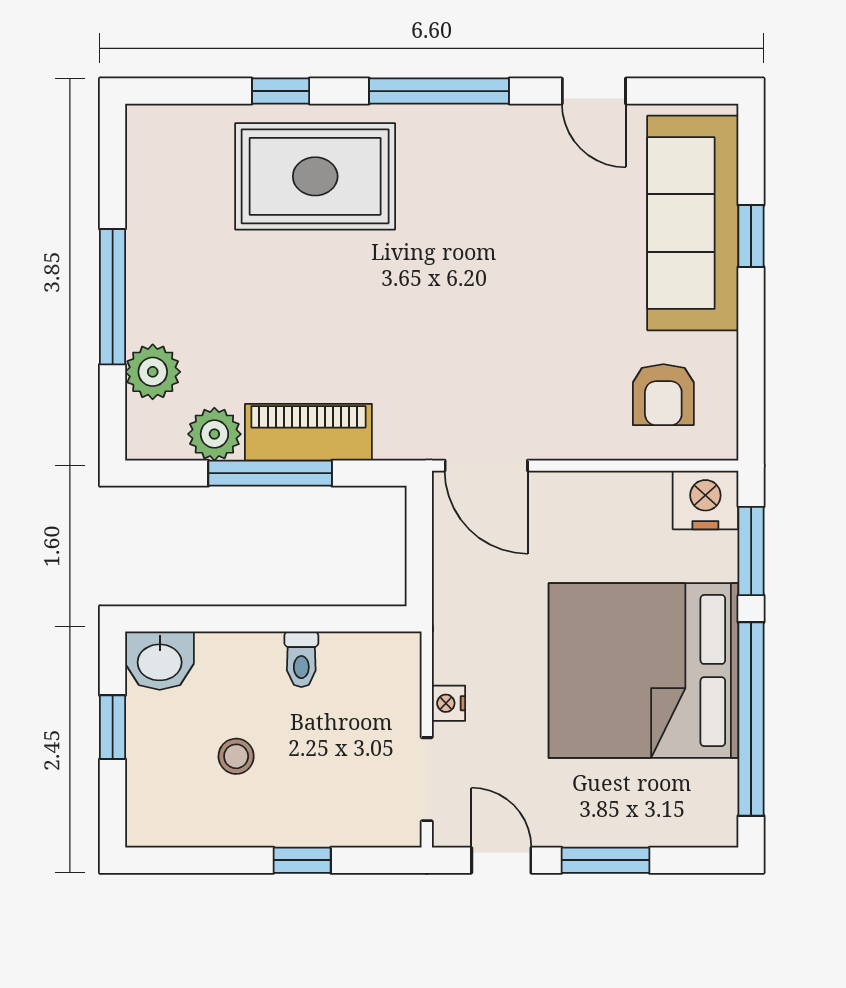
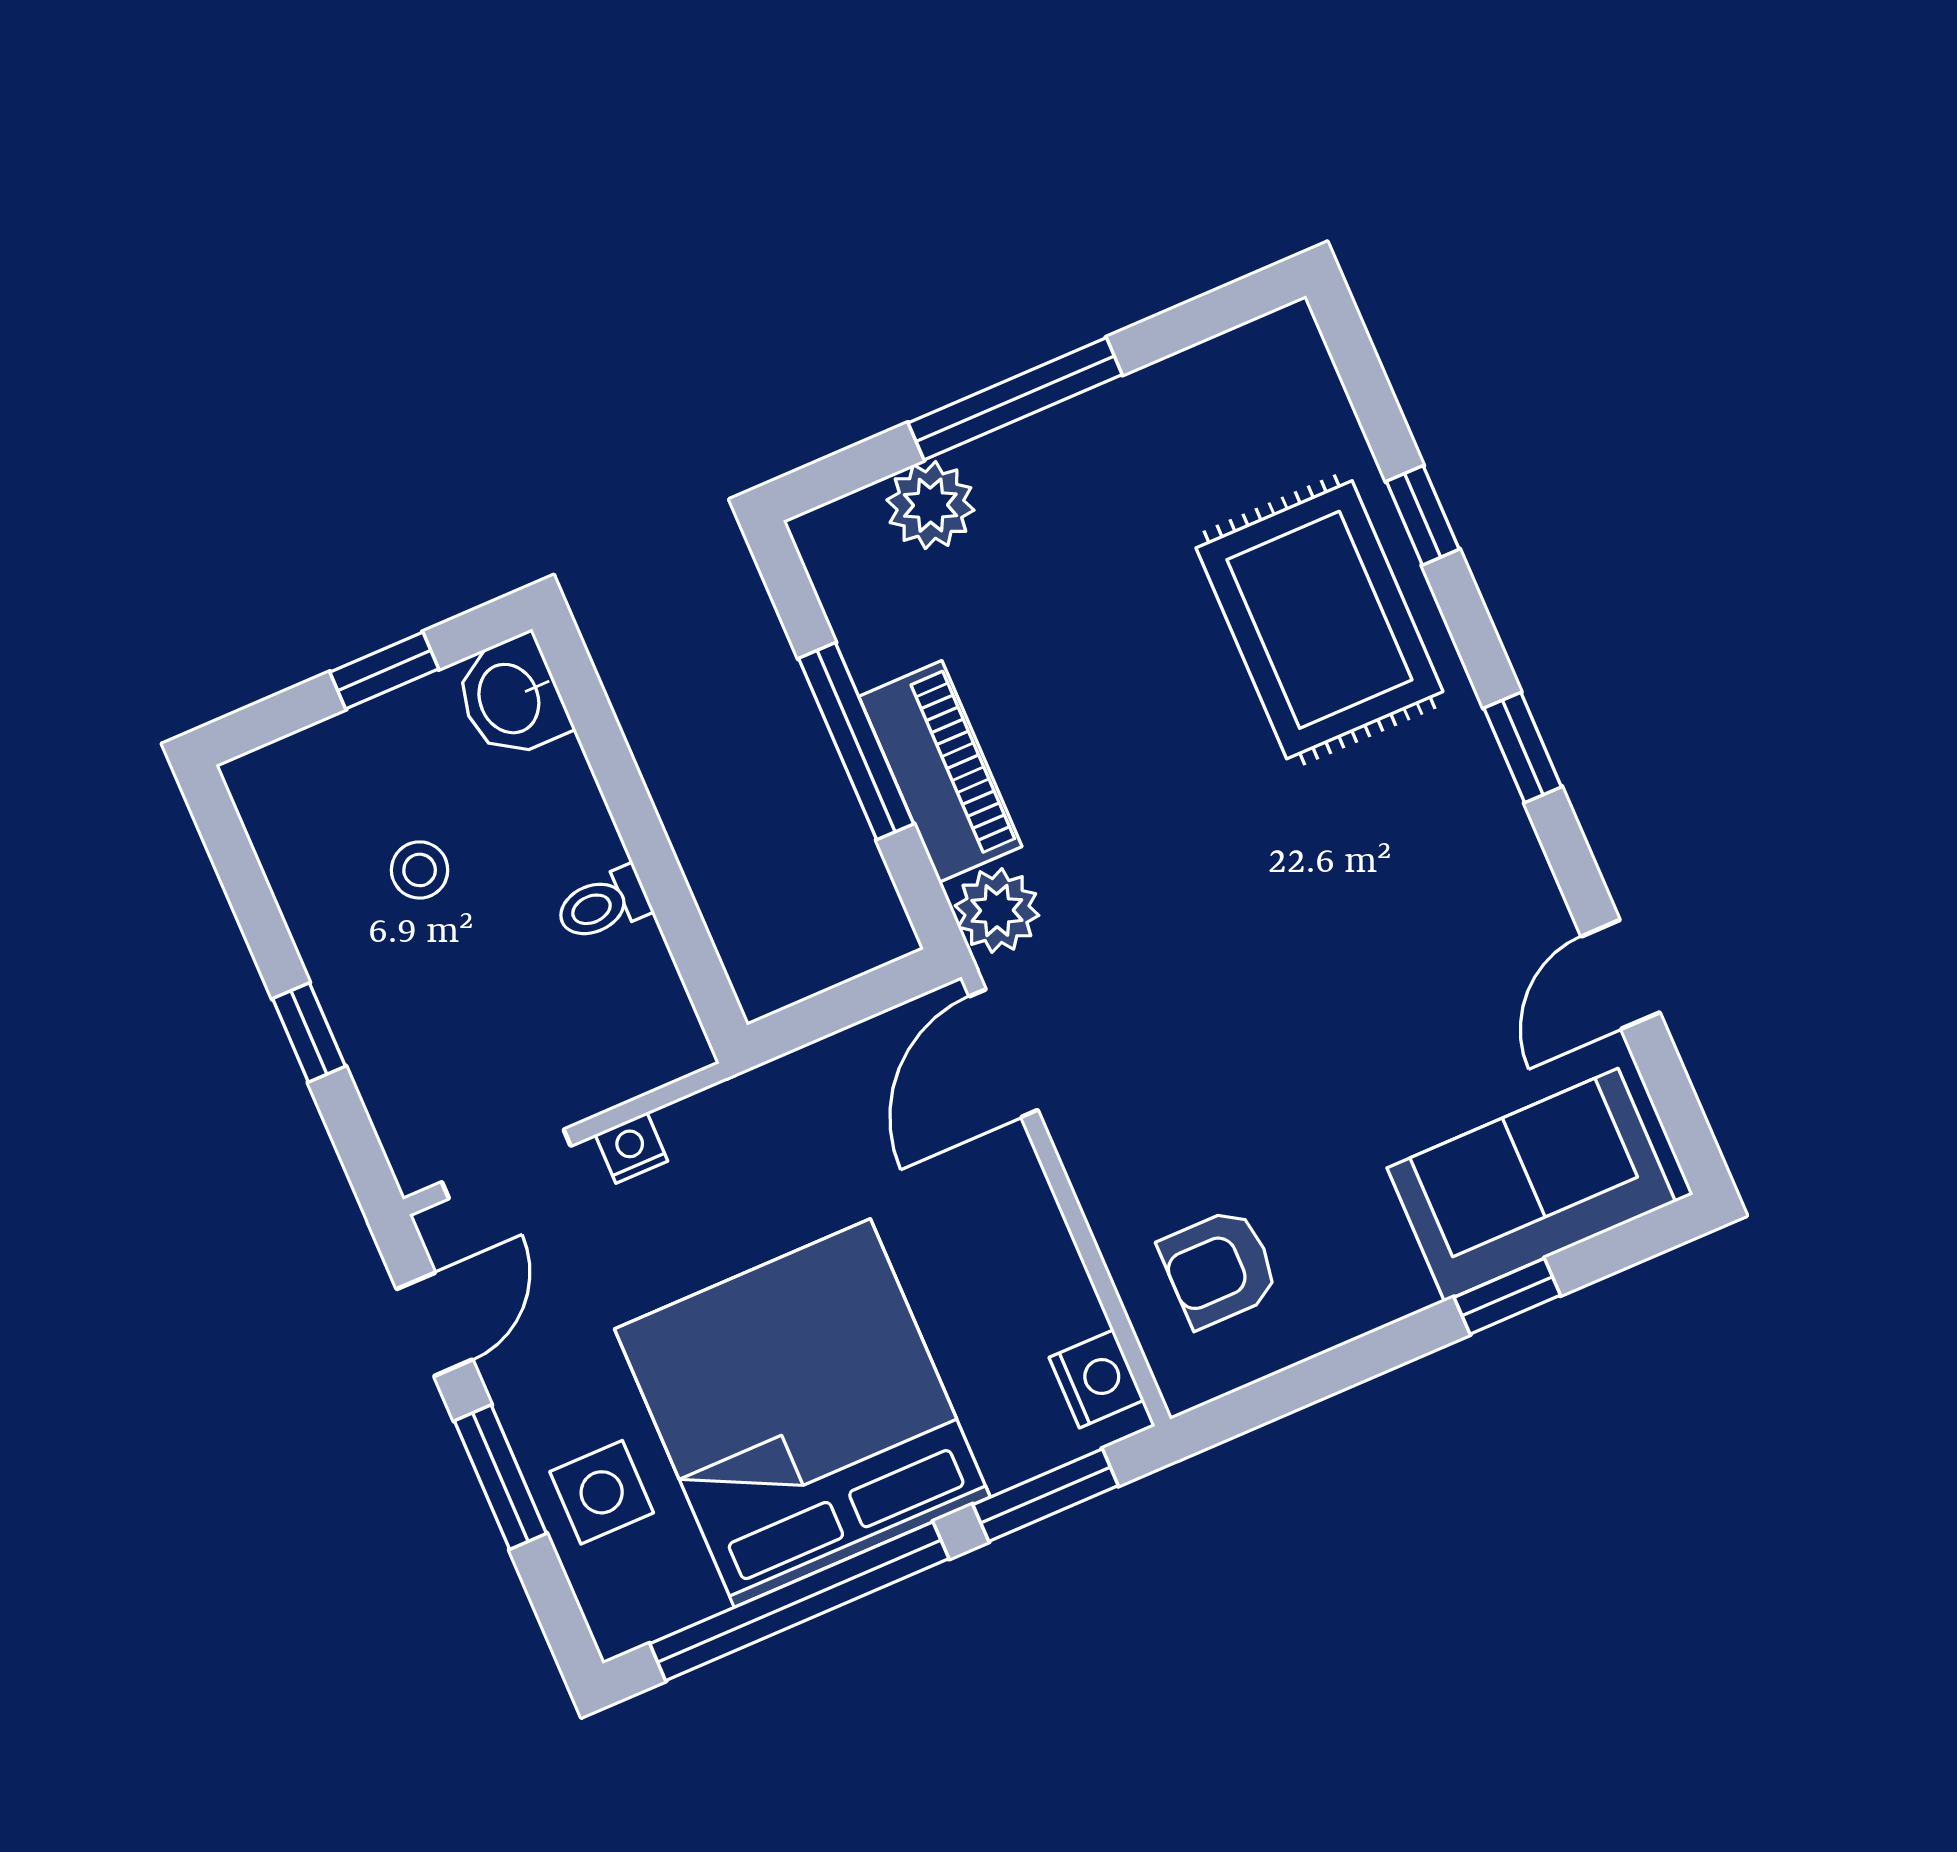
window: (439, 91) -> (1523, 748), width x0.46
sofa: (693, 223) -> (1531, 1185), width x0.73
plant: (214, 434) -> (997, 910), moved
nightstand: (705, 500) -> (1097, 1379), width x0.74, depth x0.75
side table: (639, 806) -> (602, 1492), added

